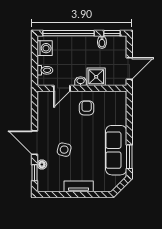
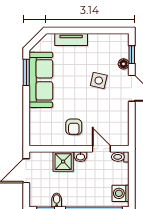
toilet: (45, 70) -> (120, 157), moved
door: (62, 88) -> (101, 149), hinge flipped
tv unit: (79, 186) -> (71, 40), moved

